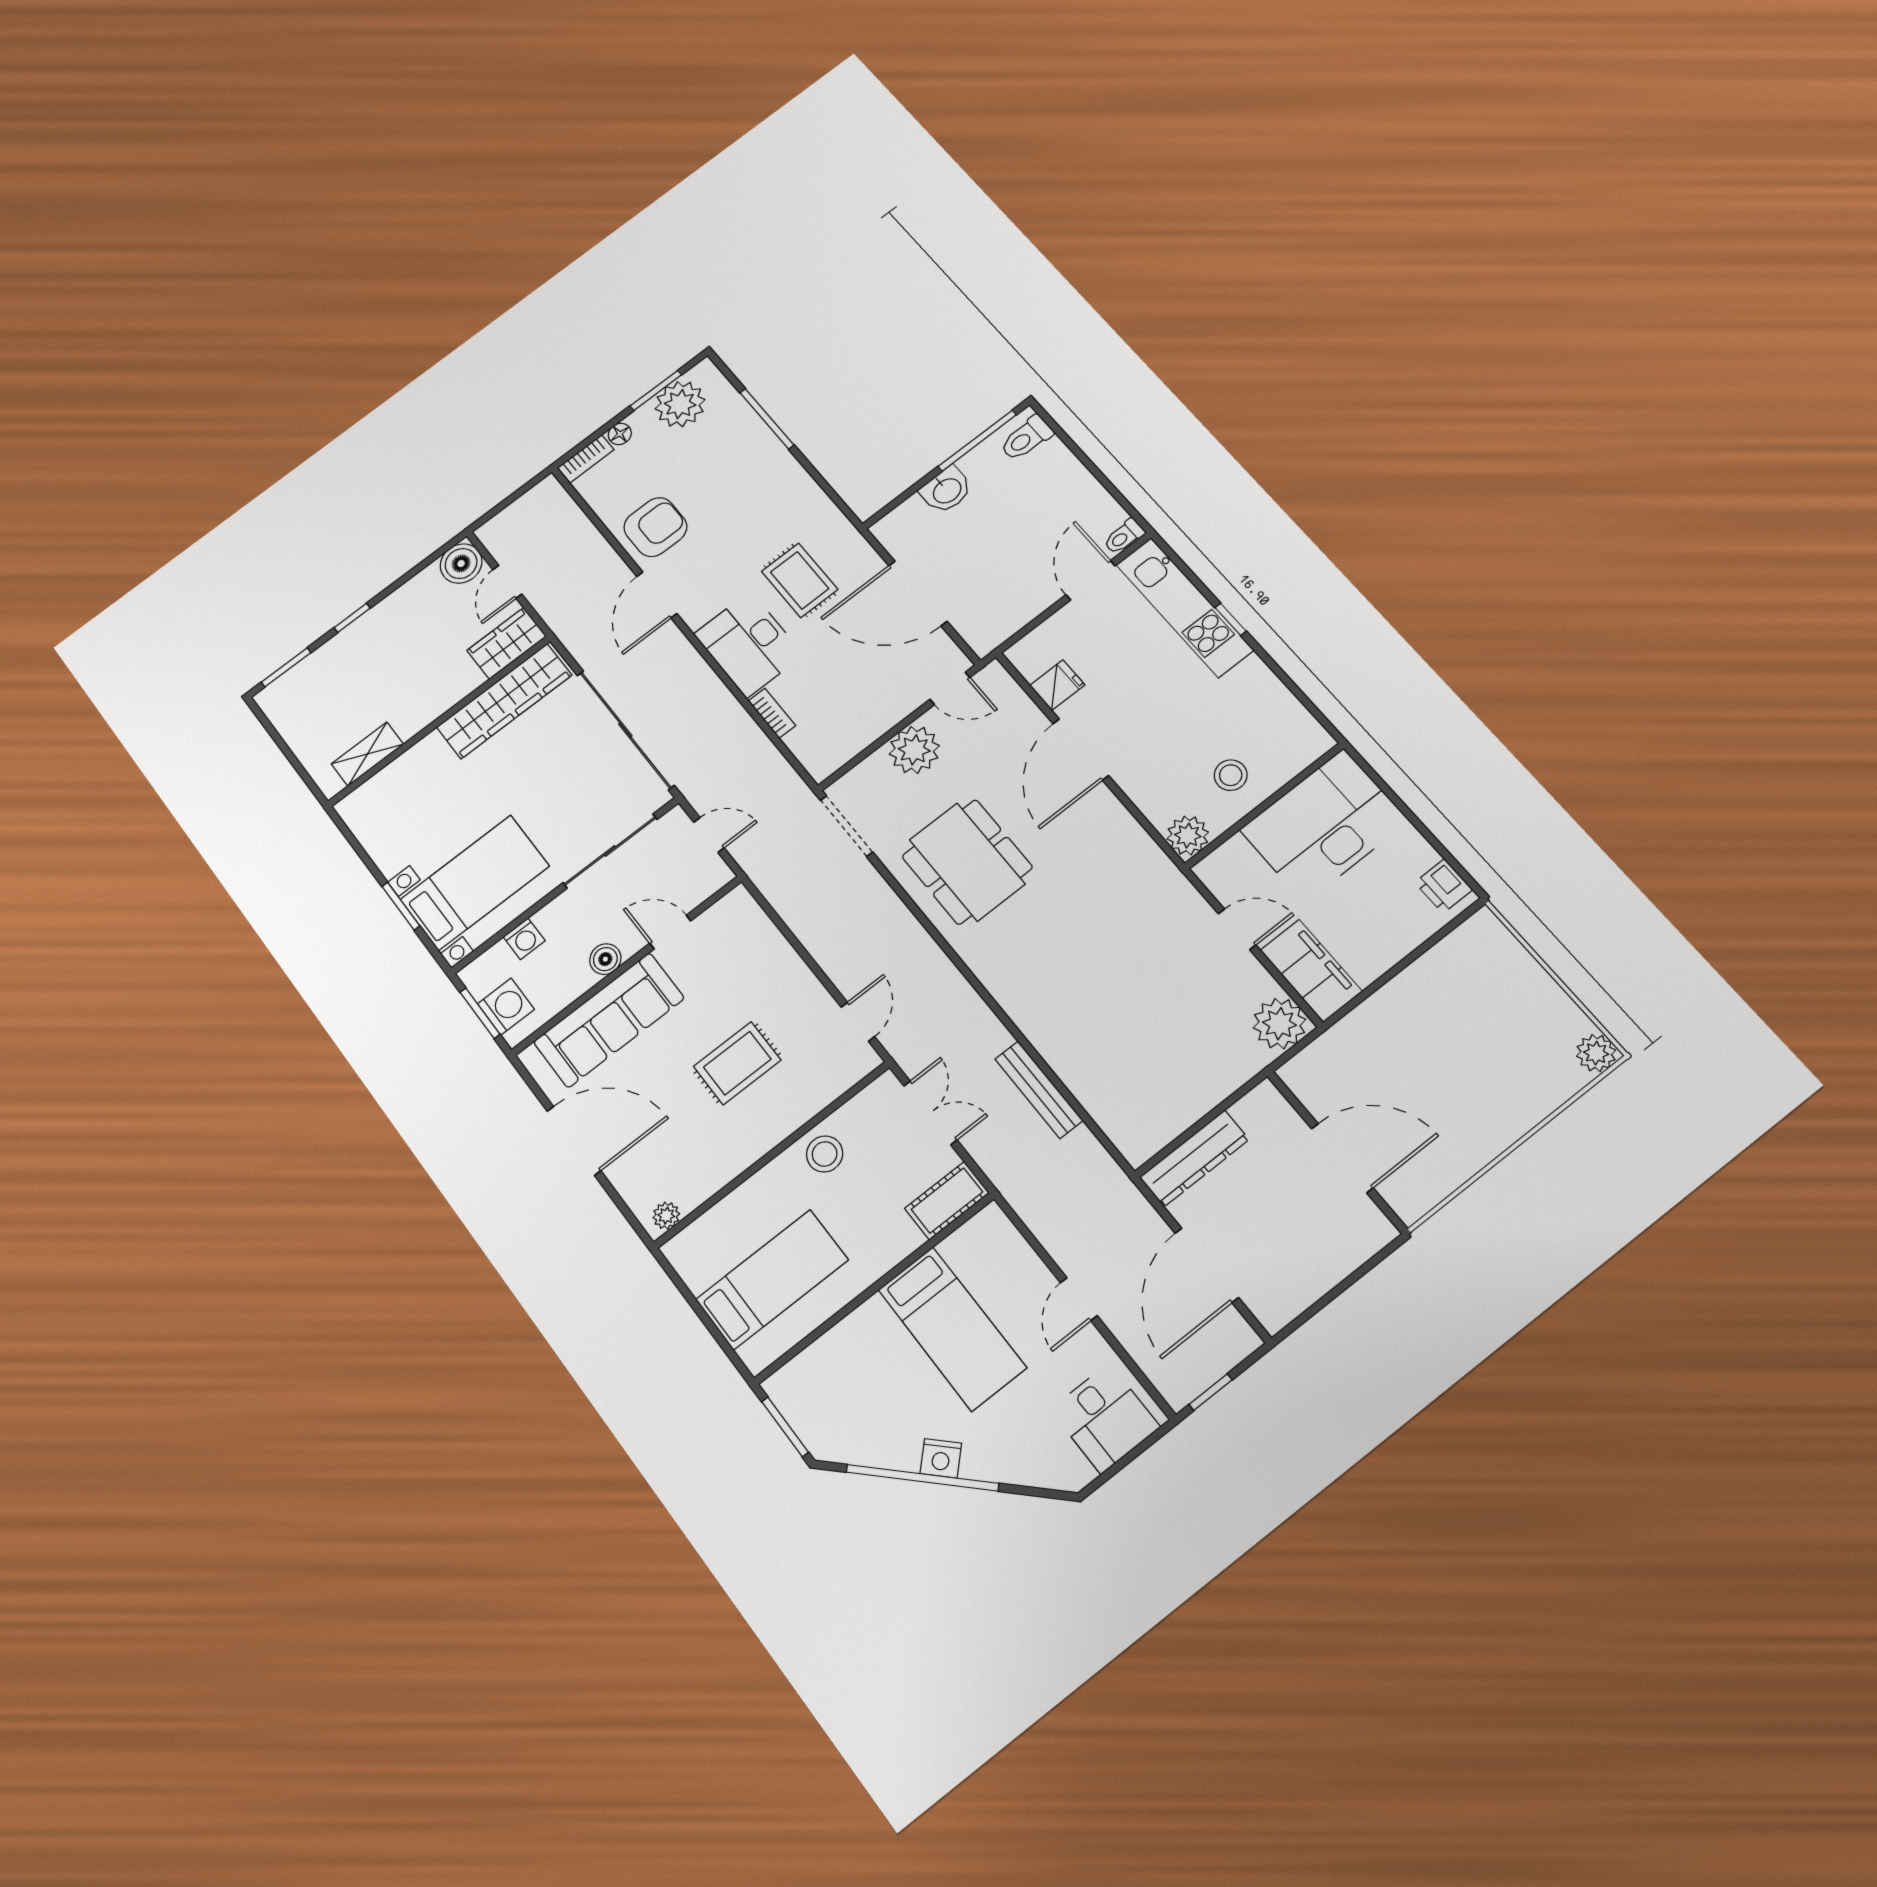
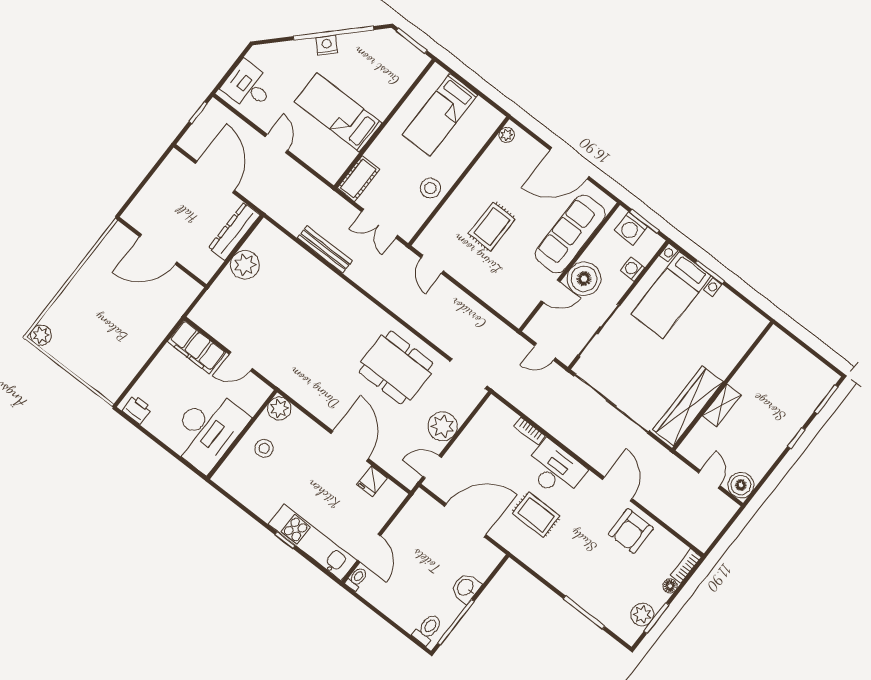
plant: (680, 404) -> (642, 615), width x0.73, depth x0.73
wardrobe: (507, 643) -> (698, 441), removed
shelving: (367, 754) -> (722, 405), moved
boiler: (605, 959) -> (584, 279), width x1.86, depth x1.86
plant: (1279, 1024) -> (245, 265), moved

